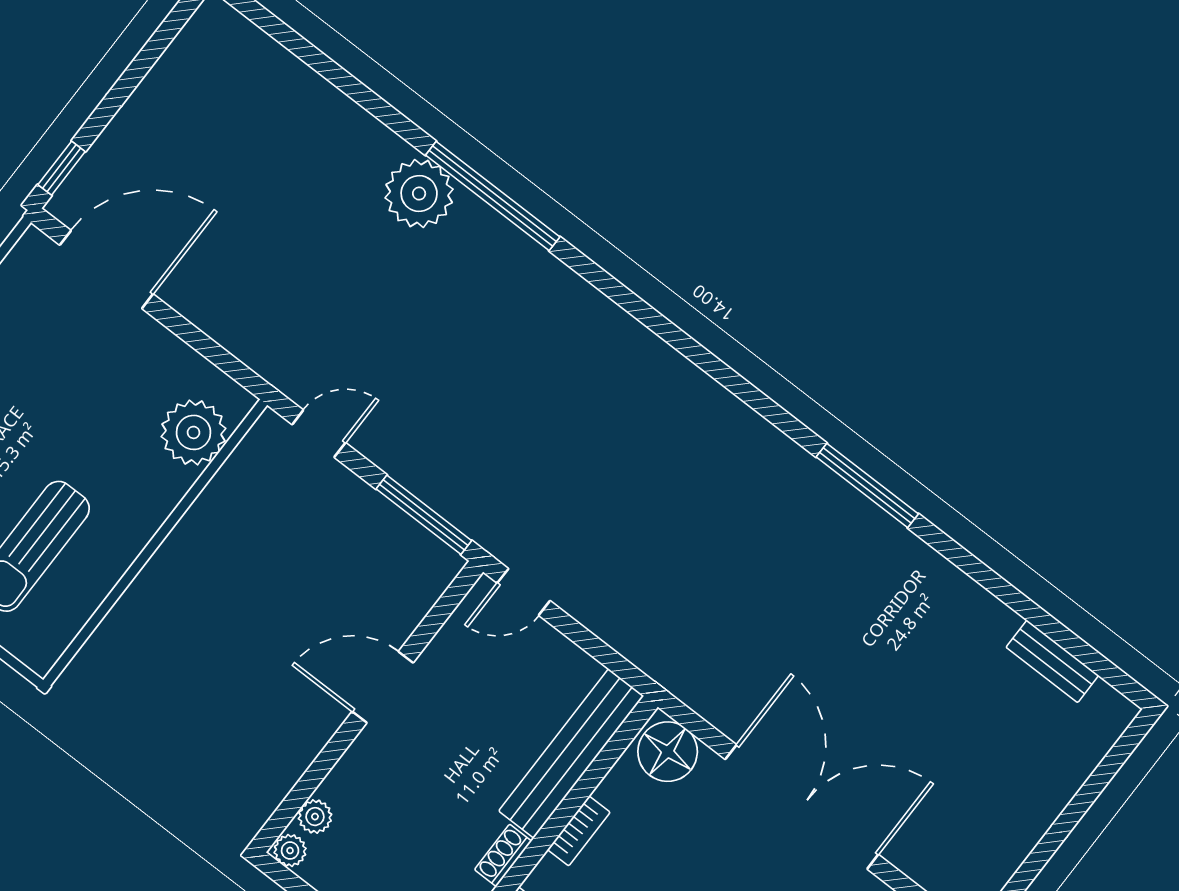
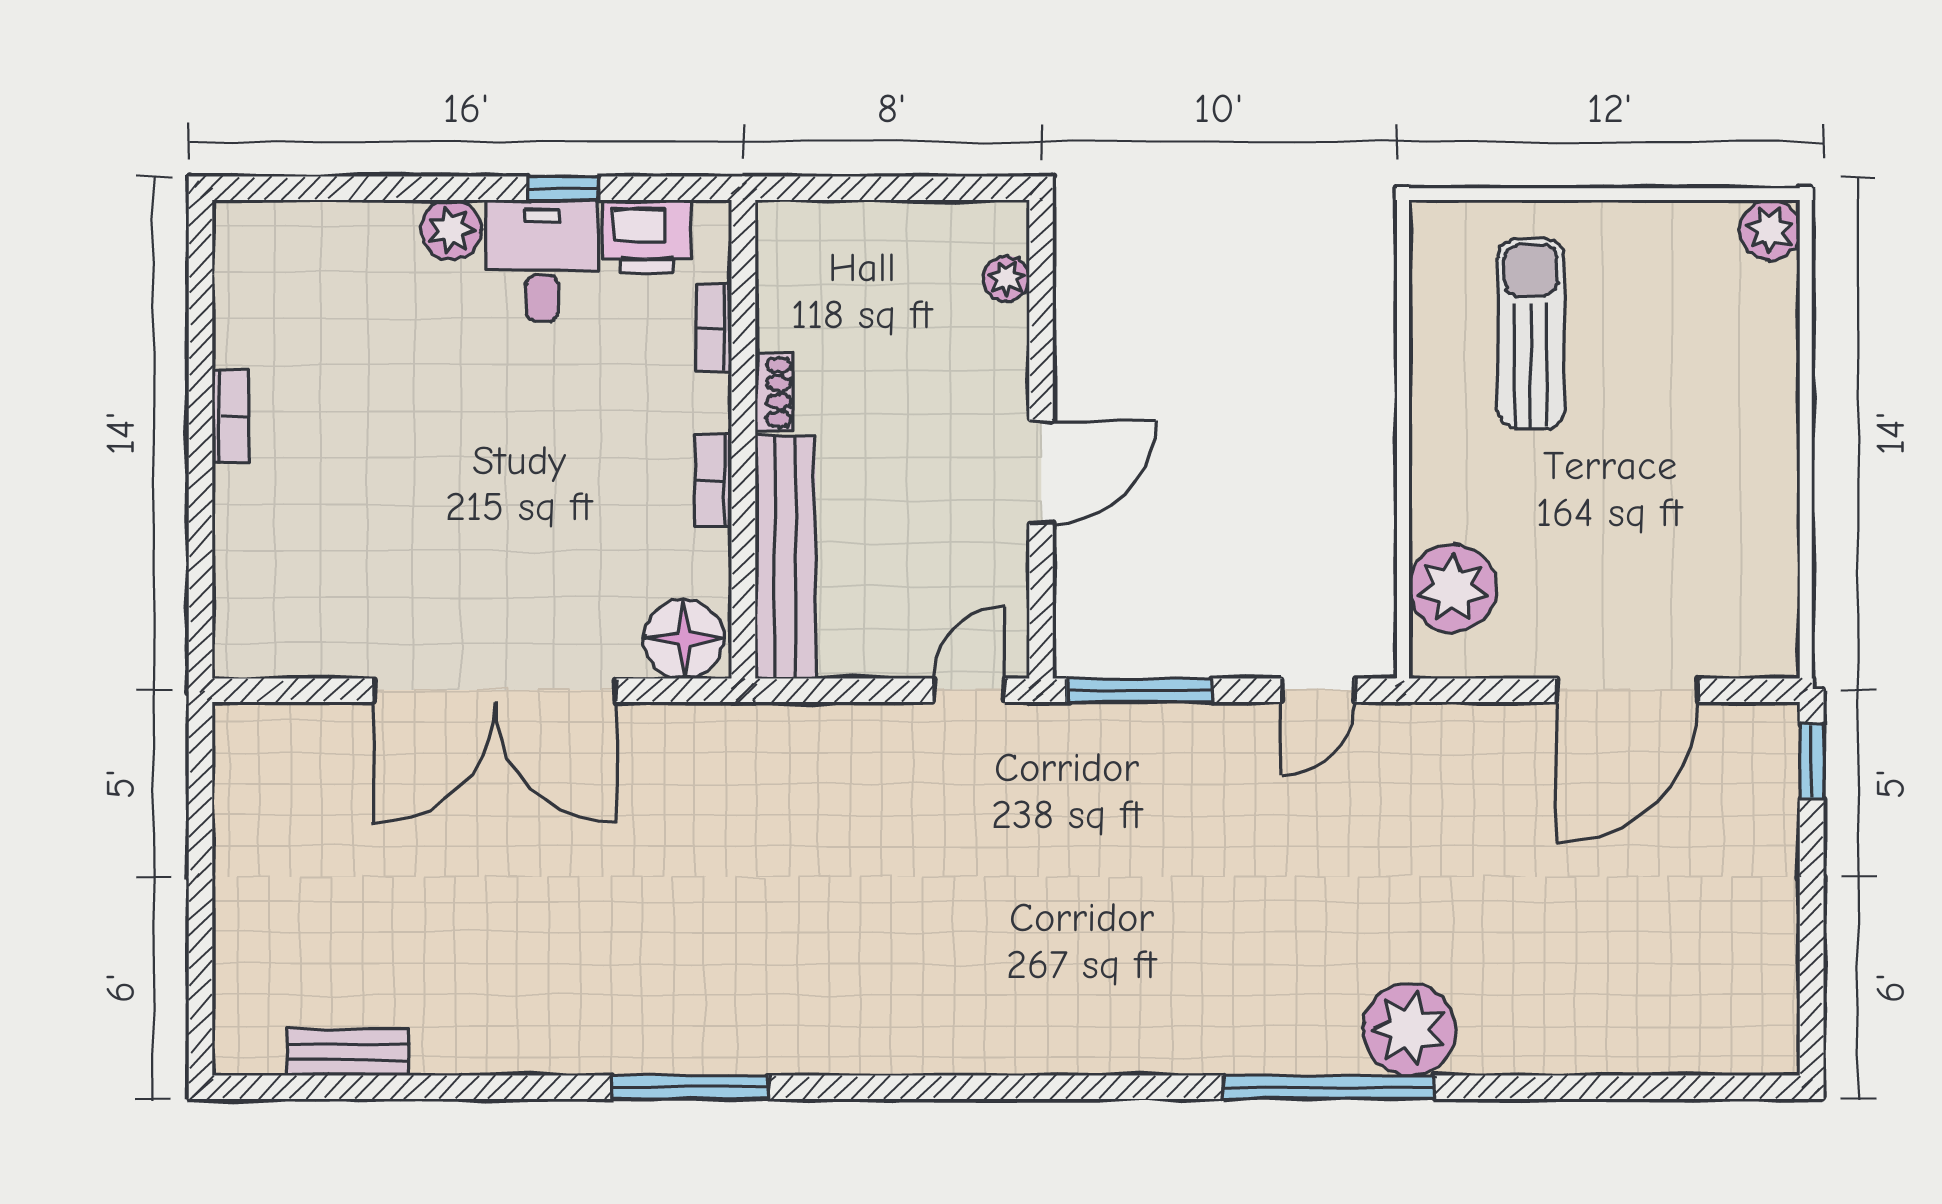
door: (106, 269) -> (1627, 690), moved
plant: (290, 851) -> (1005, 222), removed

